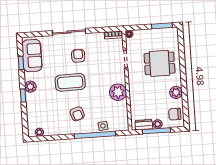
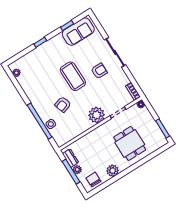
plant: (30, 87) -> (51, 44), removed
plant: (118, 92) -> (96, 115), moved
armchair: (77, 114) -> (63, 104), moved

